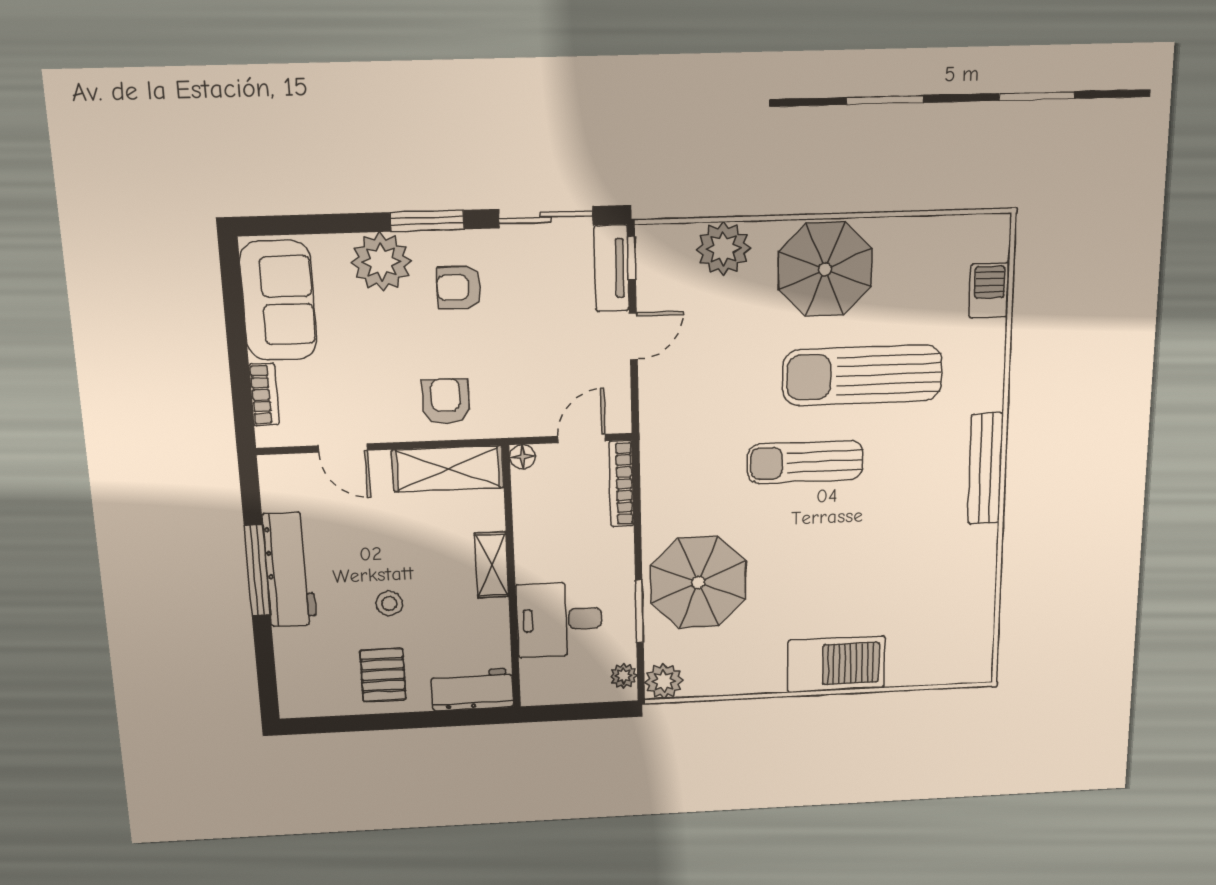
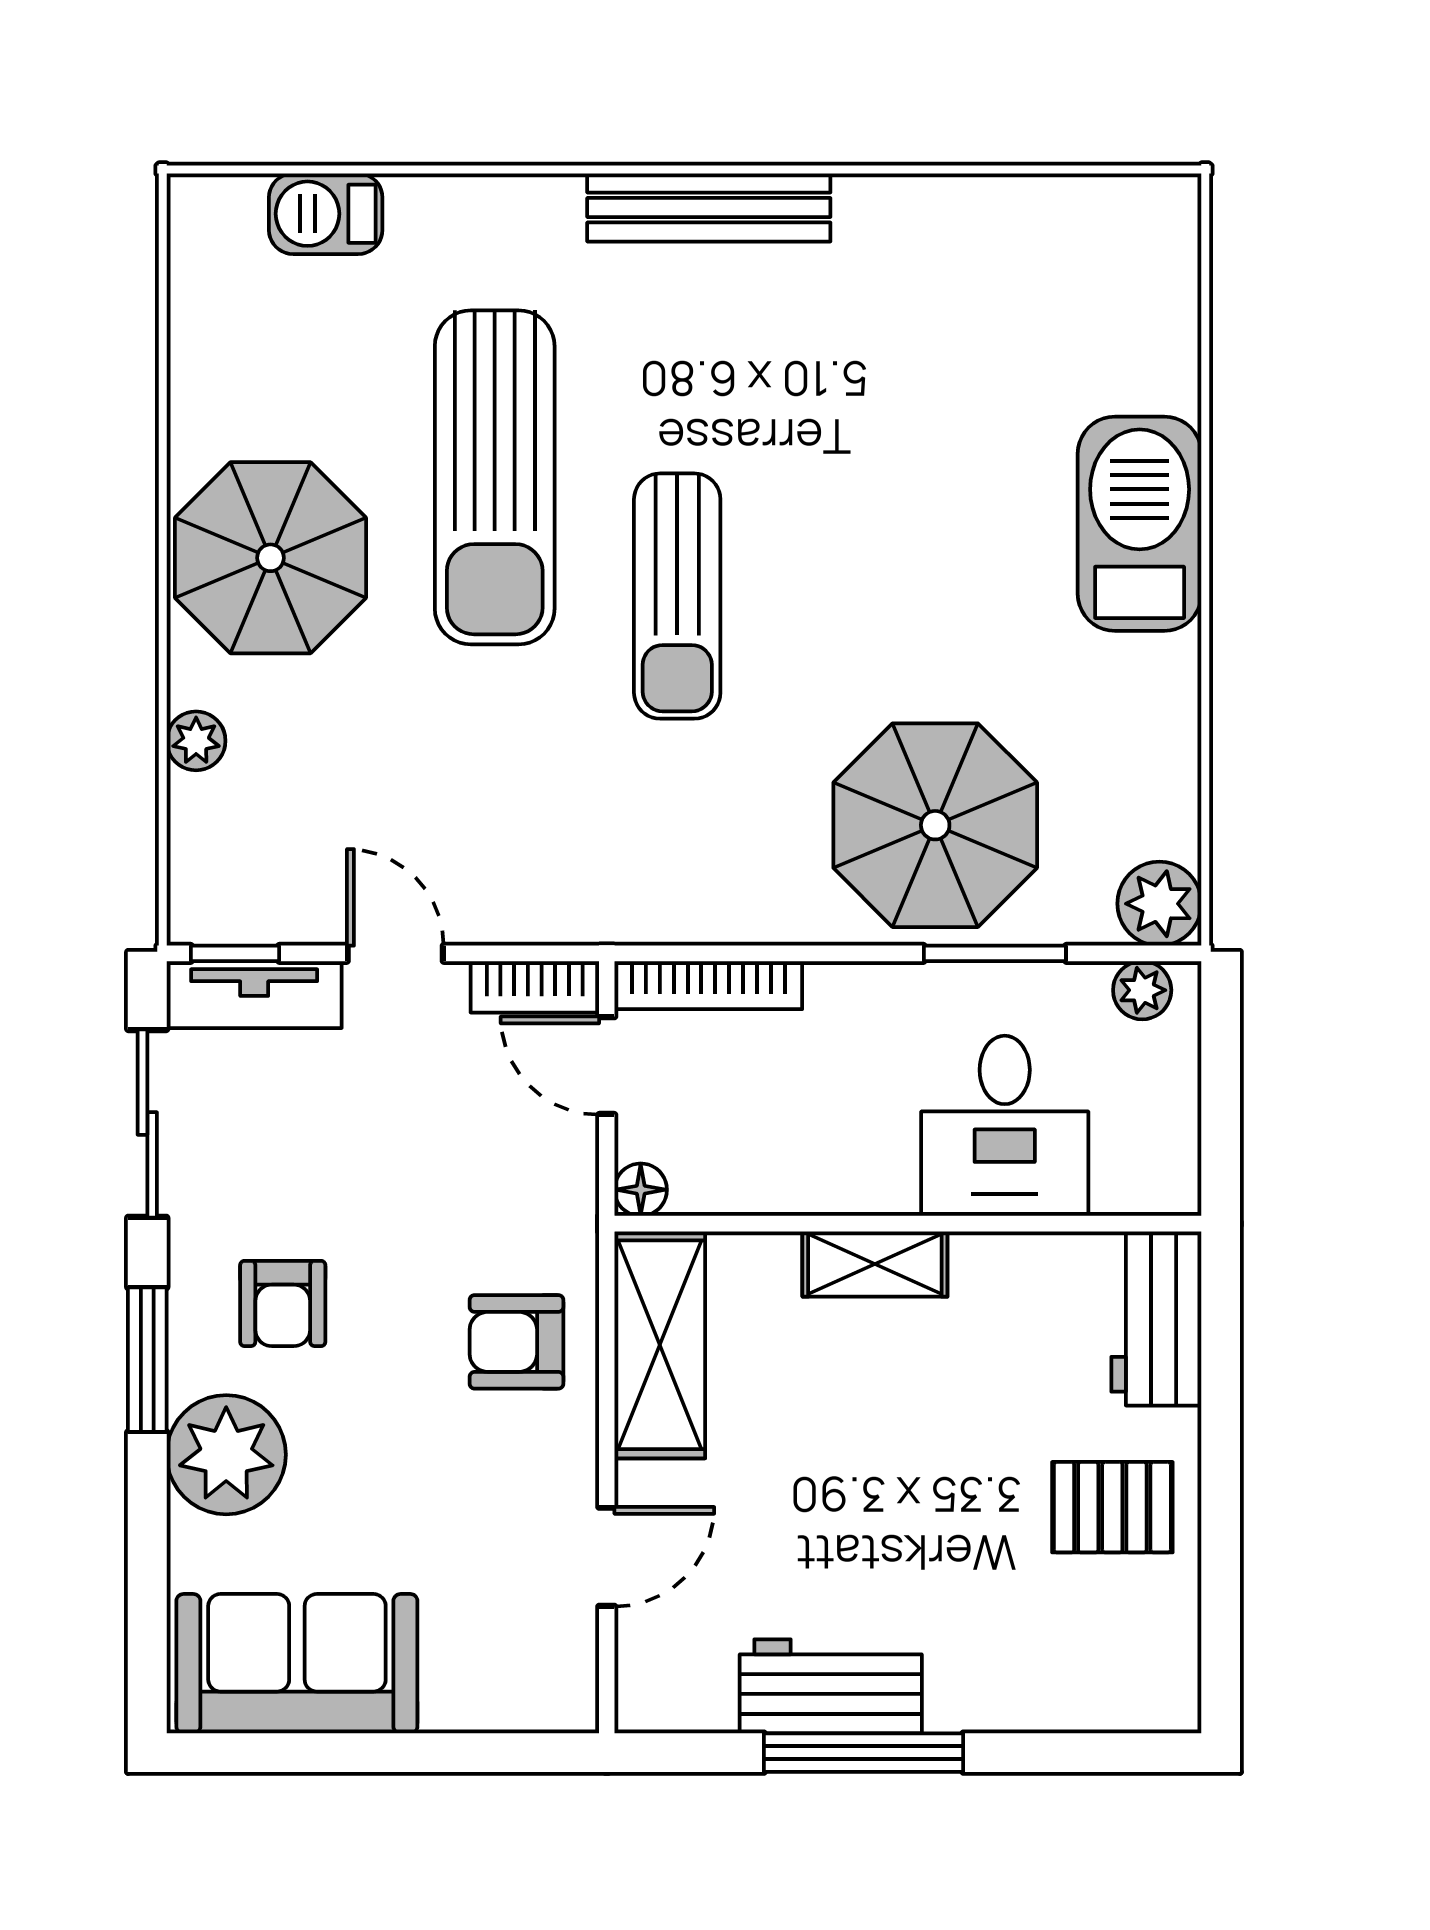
plant: (723, 249) -> (196, 741), width x0.53, depth x0.53
bookcase: (264, 395) -> (535, 987), moved, turned 180
workbench: (289, 570) -> (831, 1686), width x0.73
stool: (389, 603) -> (950, 1484), removed

